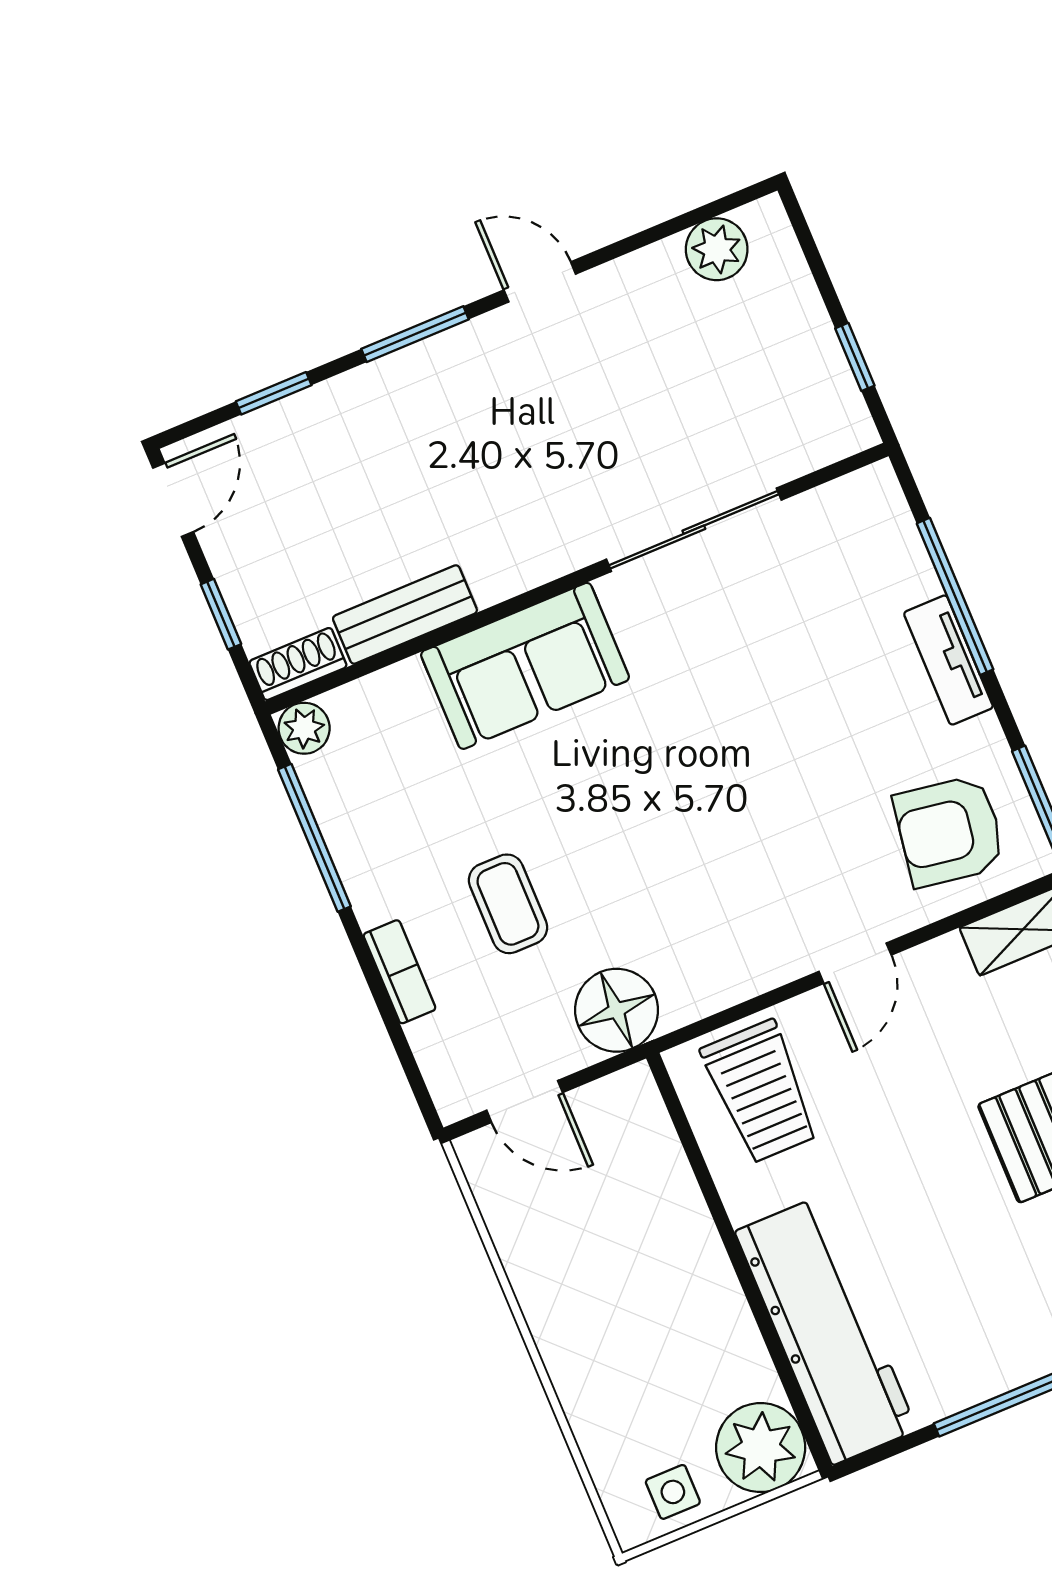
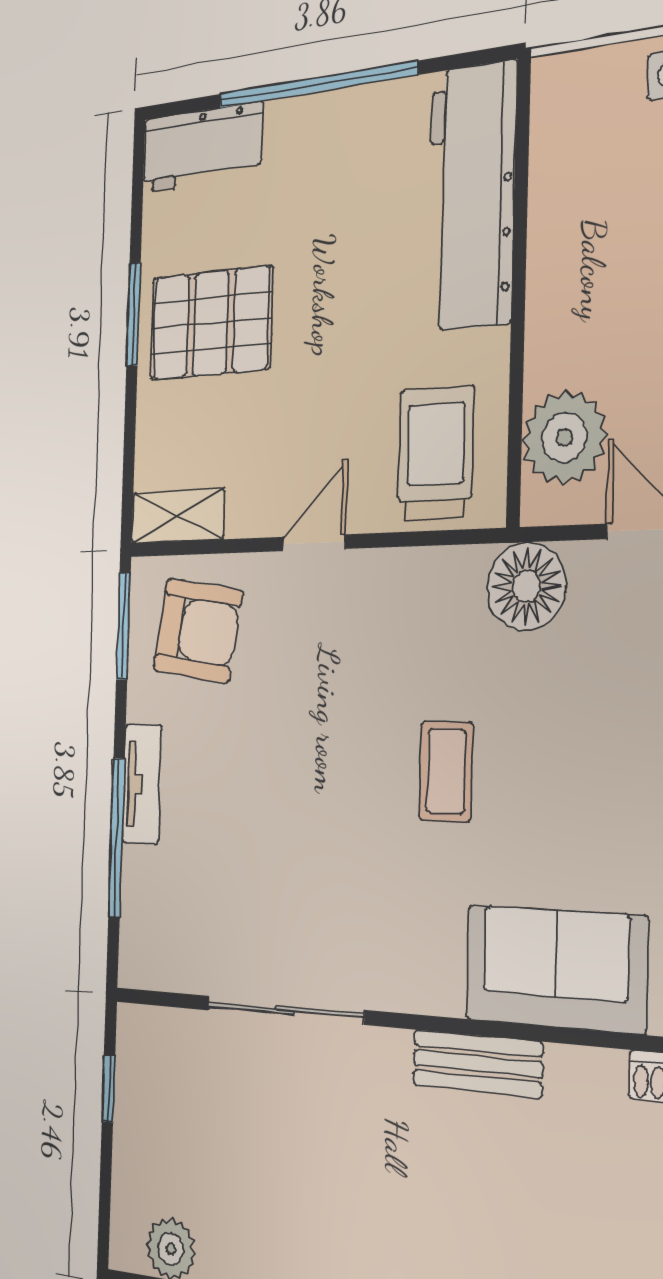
bench: (405, 614) -> (477, 1064), moved
sofa: (525, 666) -> (556, 969), moved
coffee table: (508, 904) -> (446, 771), moved
plant: (761, 1448) -> (564, 438), moved

